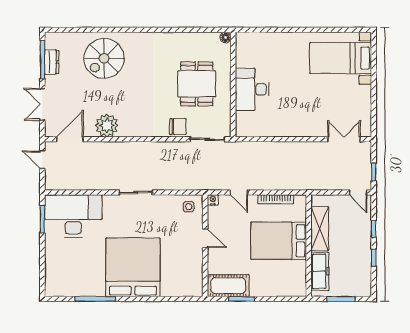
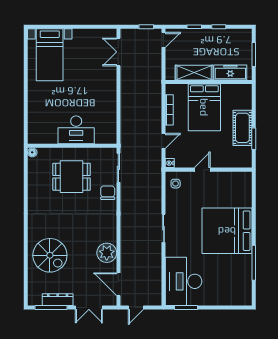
dresser: (52, 62) -> (58, 300), width x1.44
cot: (228, 286) -> (242, 128), moved

